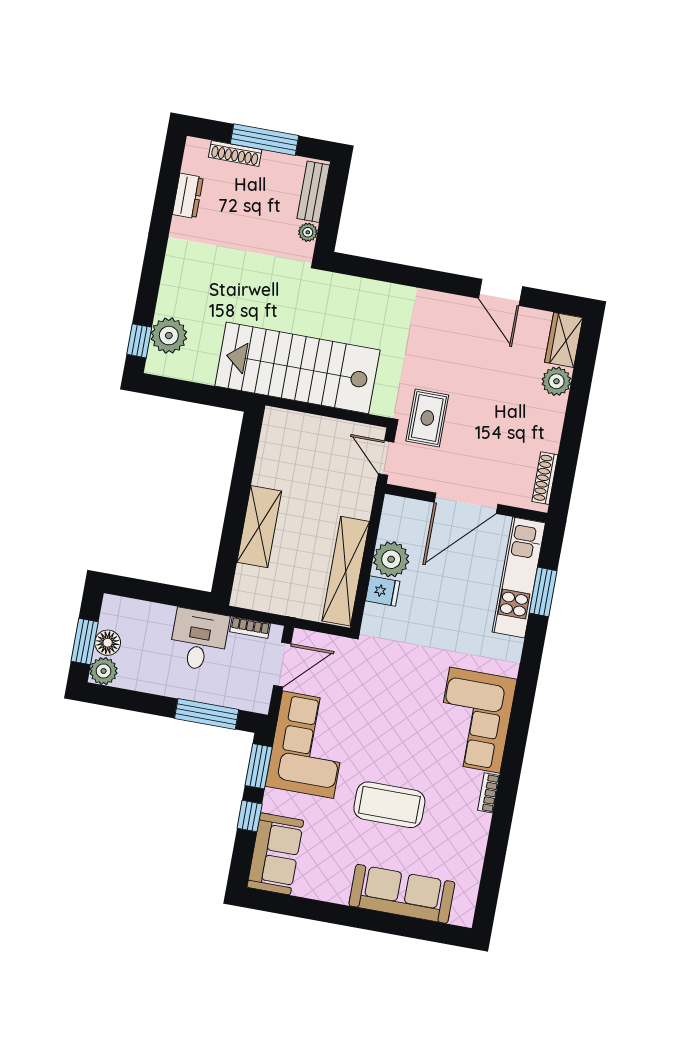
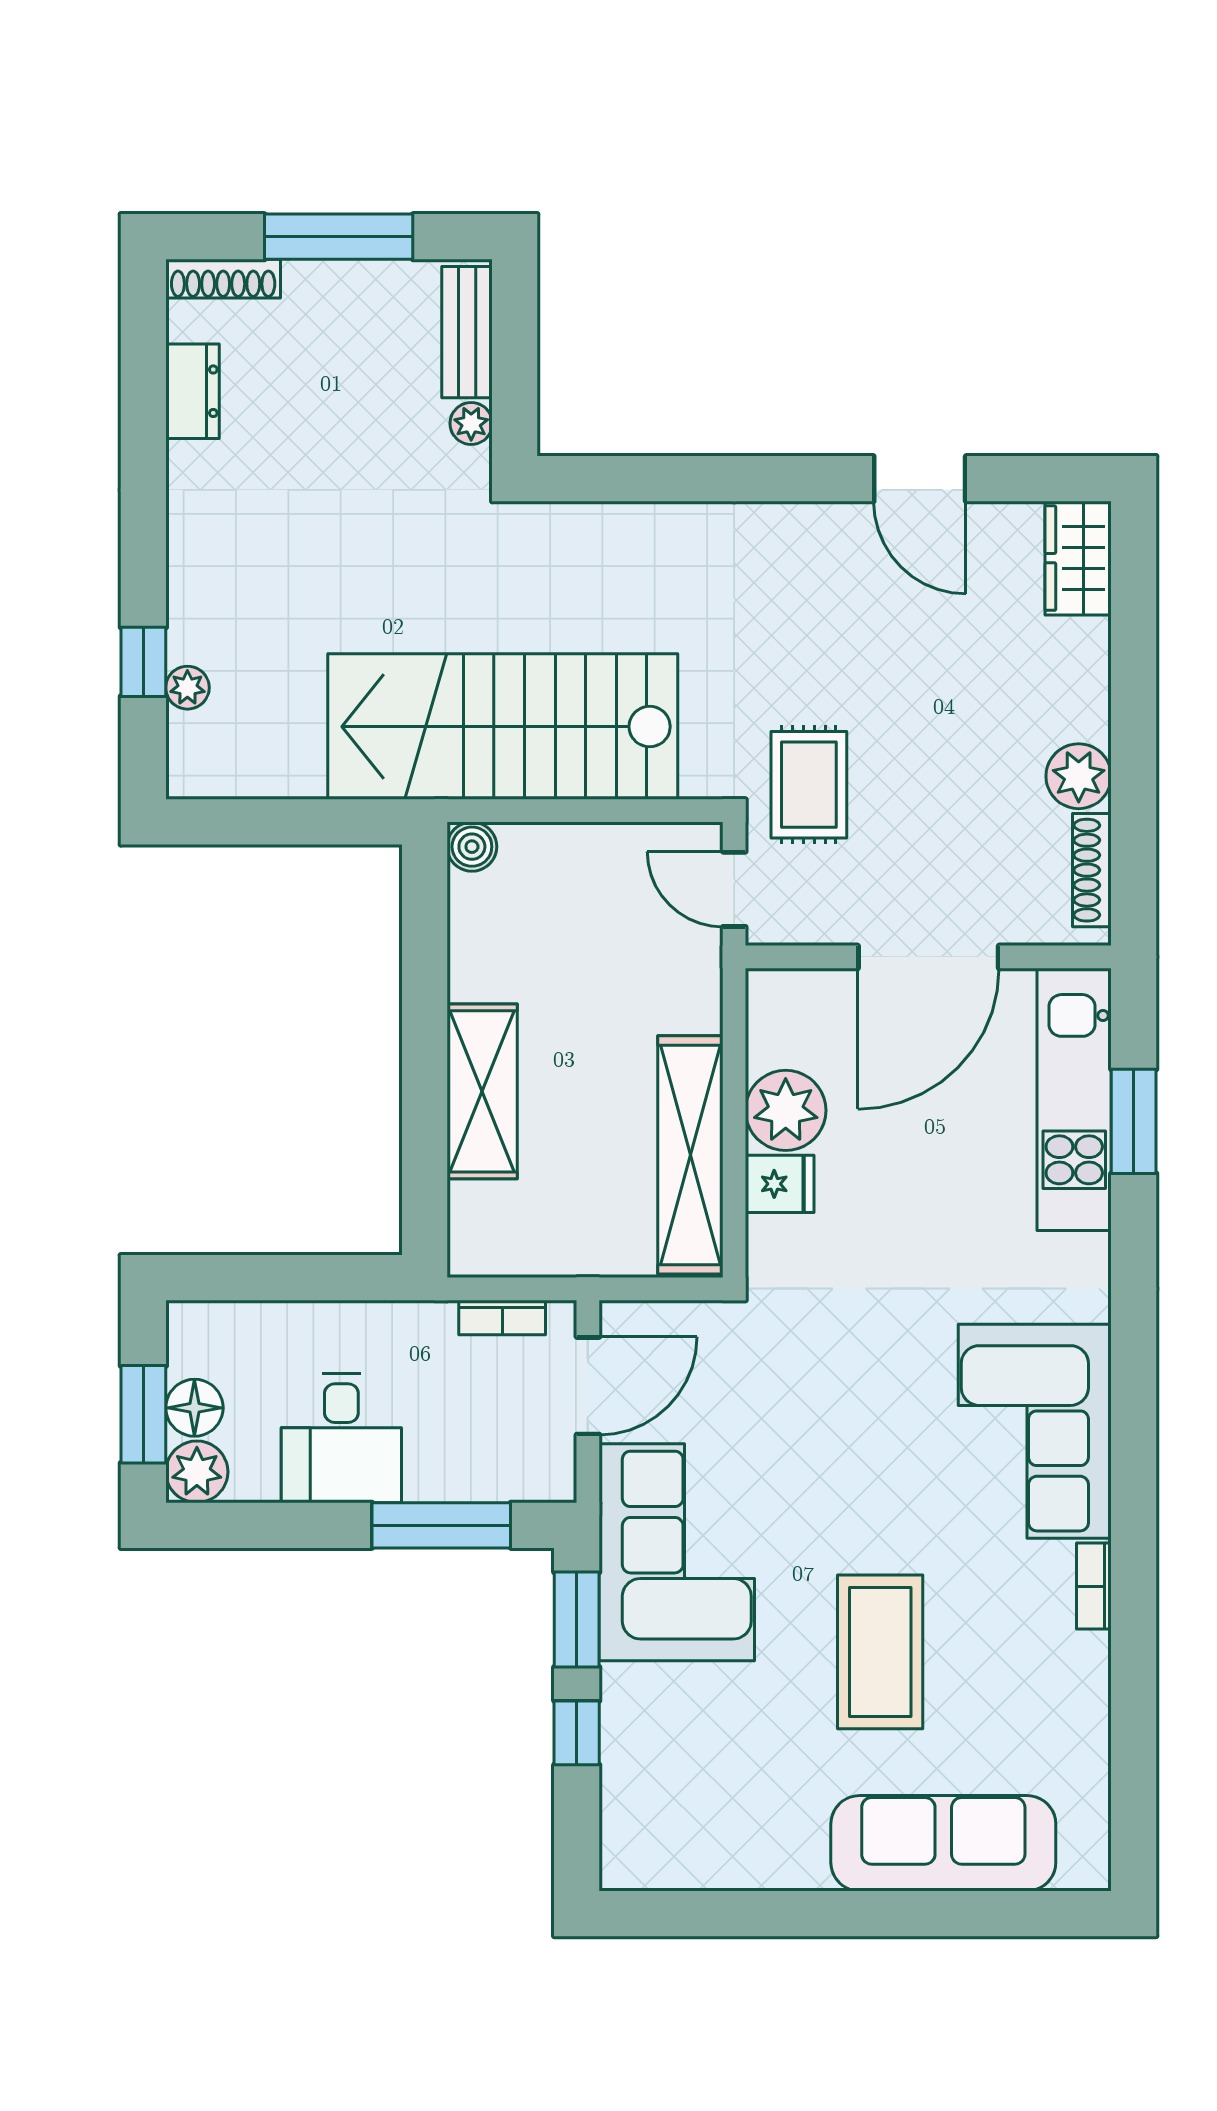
shoe rack: (235, 153) -> (223, 279), moved
plant: (169, 336) -> (187, 688), width x0.53, depth x0.53
window: (139, 341) -> (143, 662), moved
plant: (556, 381) -> (1079, 776), moved
boiler: (274, 418) -> (472, 847), added
desk: (199, 640) -> (341, 1438), moved, turned 180
coffee table: (389, 805) -> (880, 1652), turned 90
sofa: (275, 854) -> (648, 1806), removed

